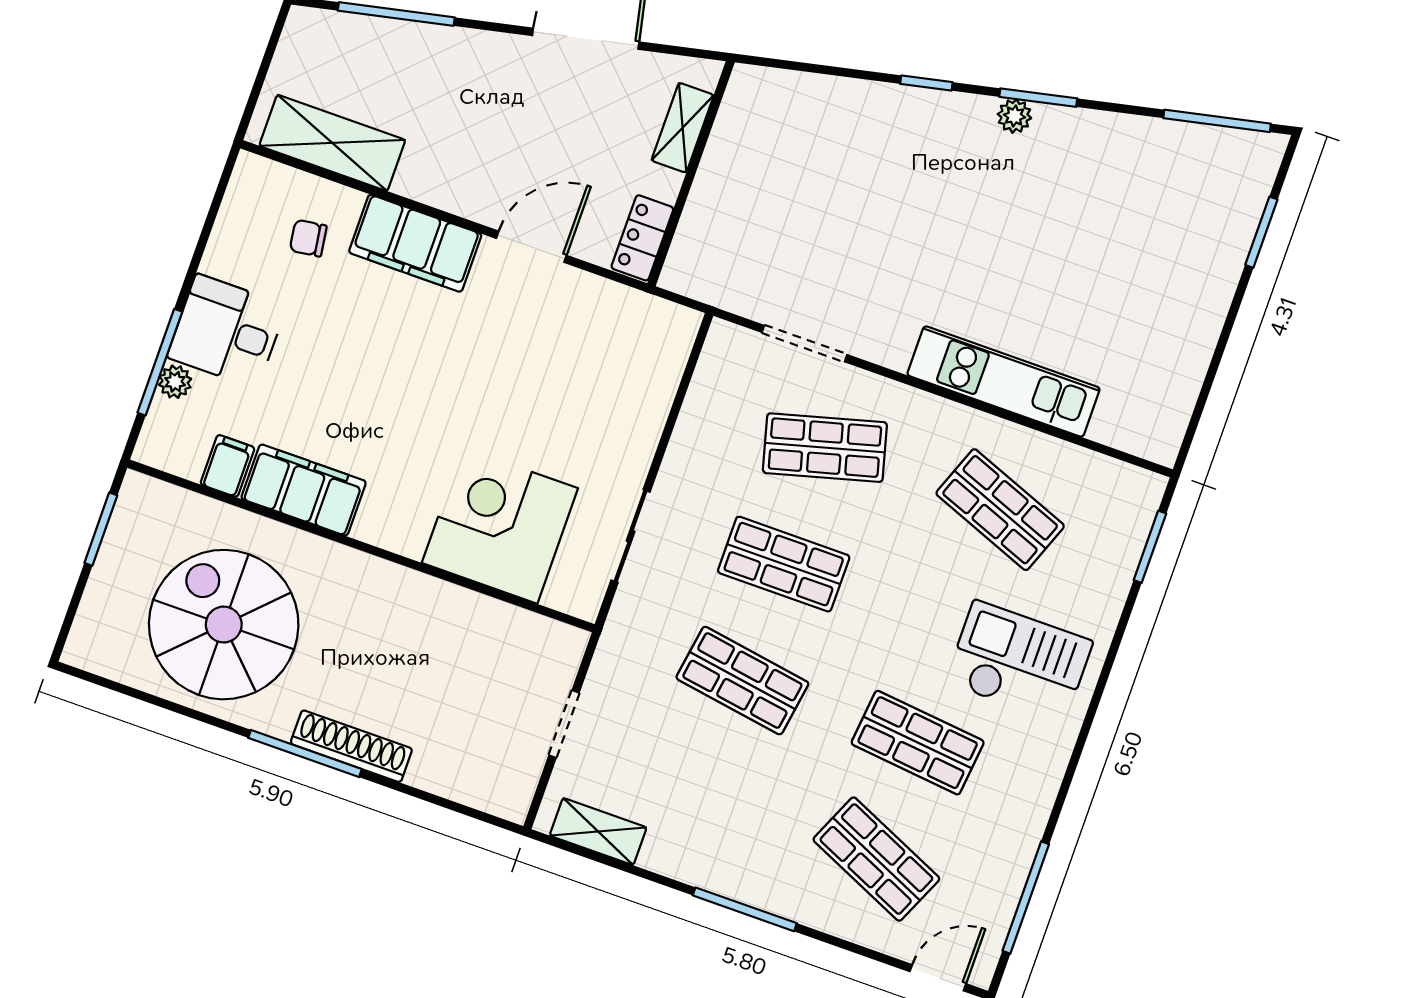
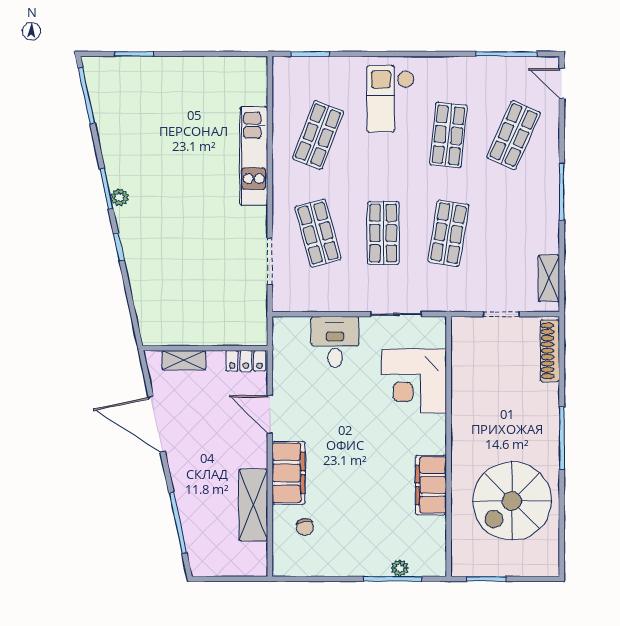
shelving: (332, 143) -> (253, 505), moved
desk: (227, 331) -> (335, 342), moved, turned 180
filing cabinet: (227, 466) -> (432, 527), removed
shoe rack: (351, 746) -> (550, 351), moved

